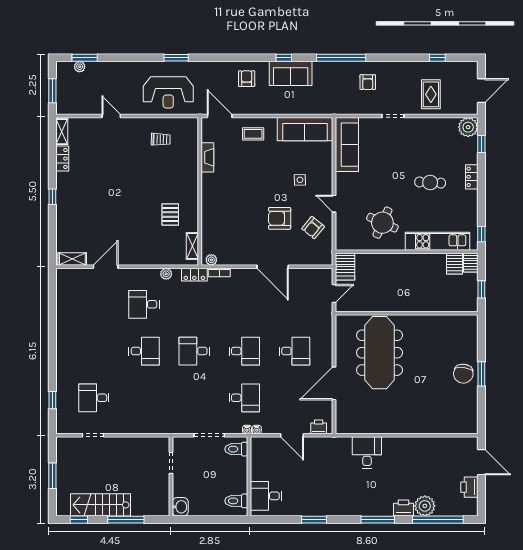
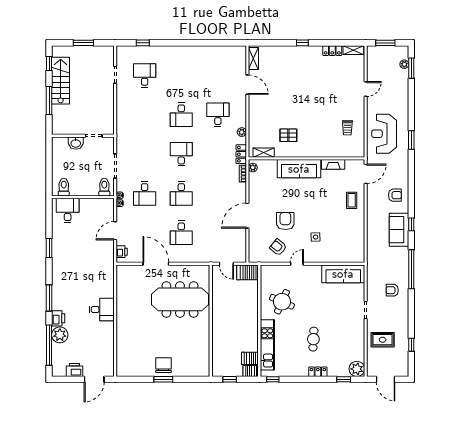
sofa: (305, 129) -> (299, 169), moved, turned -90
chair: (463, 374) -> (164, 365), turned 83
desk: (367, 452) -> (102, 309), moved
washbasin: (180, 507) -> (76, 143), moved

